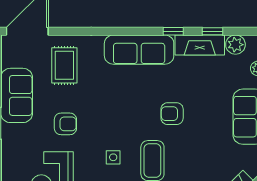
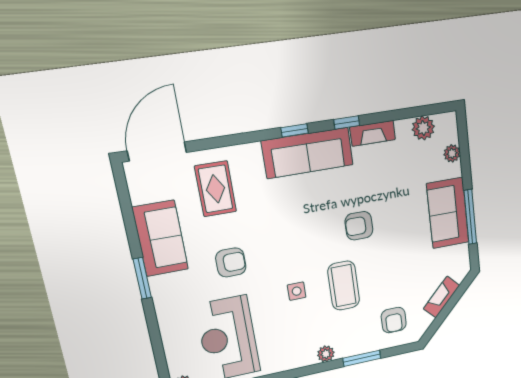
window: (213, 31) -> (295, 130), moved
fireplace: (200, 45) -> (373, 133), width x0.73, depth x0.76

